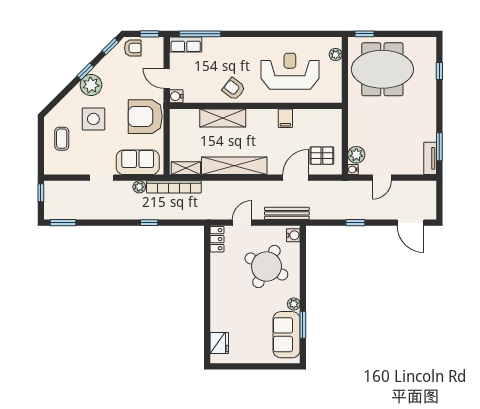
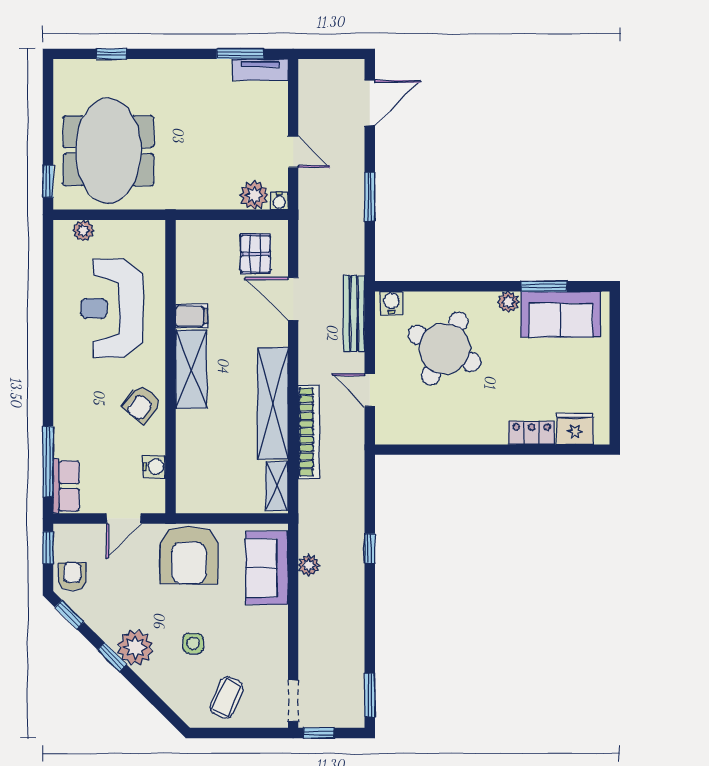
water cooler: (176, 96) -> (154, 467), moved, turned -90
shelving: (223, 118) -> (191, 369), moved
side table: (93, 119) -> (193, 643), width x0.54, depth x0.54
coffee table: (62, 139) -> (227, 697), turned -66
doorway: (102, 178) -> (293, 701), moved
bookcase: (174, 187) -> (309, 432), moved
window: (355, 223) -> (370, 197), width x1.50
locker: (217, 239) -> (532, 433), moved

